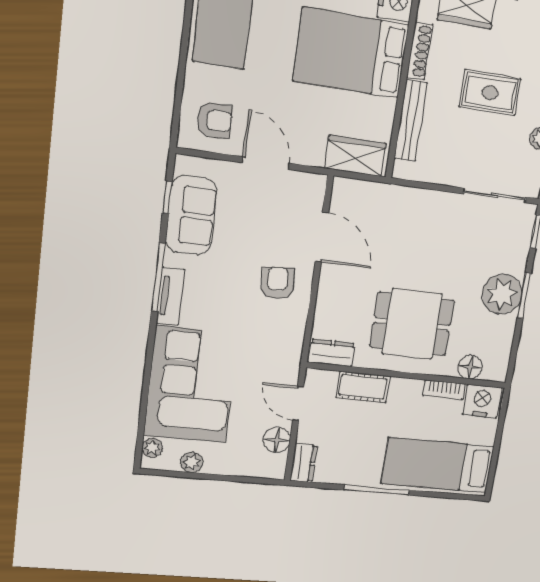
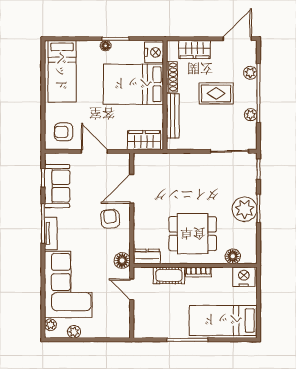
armchair: (214, 120) -> (64, 132), turned 180
door: (322, 237) -> (132, 189), swing flipped
bookcase: (444, 390) -> (198, 272), moved
floor lamp: (277, 440) -> (122, 261), moved
dresser: (303, 463) -> (140, 326), removed

